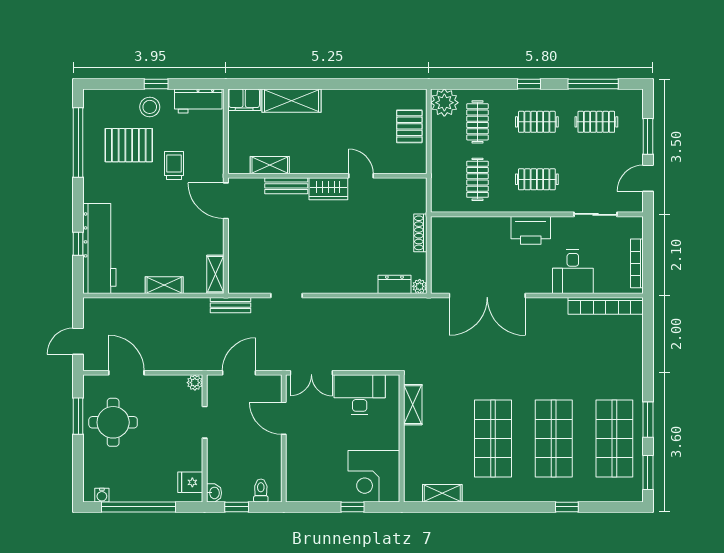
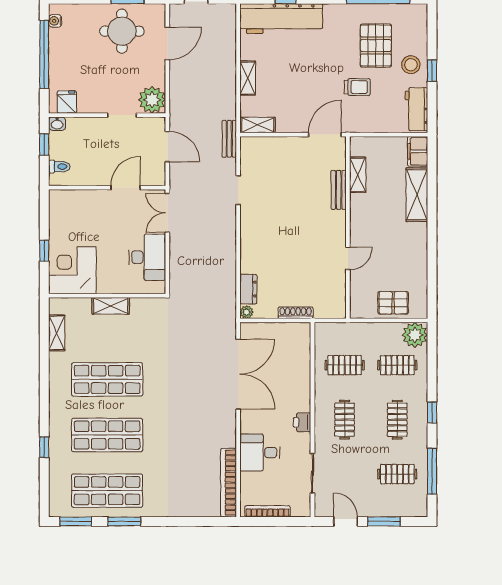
clothes rail: (596, 122) -> (397, 474), turned 90
wardrobe: (328, 189) -> (336, 229), removed
printer: (531, 230) -> (302, 422), width x0.53, depth x0.68
double door: (487, 295) -> (238, 374), swing flipped
plant: (195, 383) -> (152, 100), width x1.88, depth x1.88
shelving: (413, 405) -> (111, 306), moved

